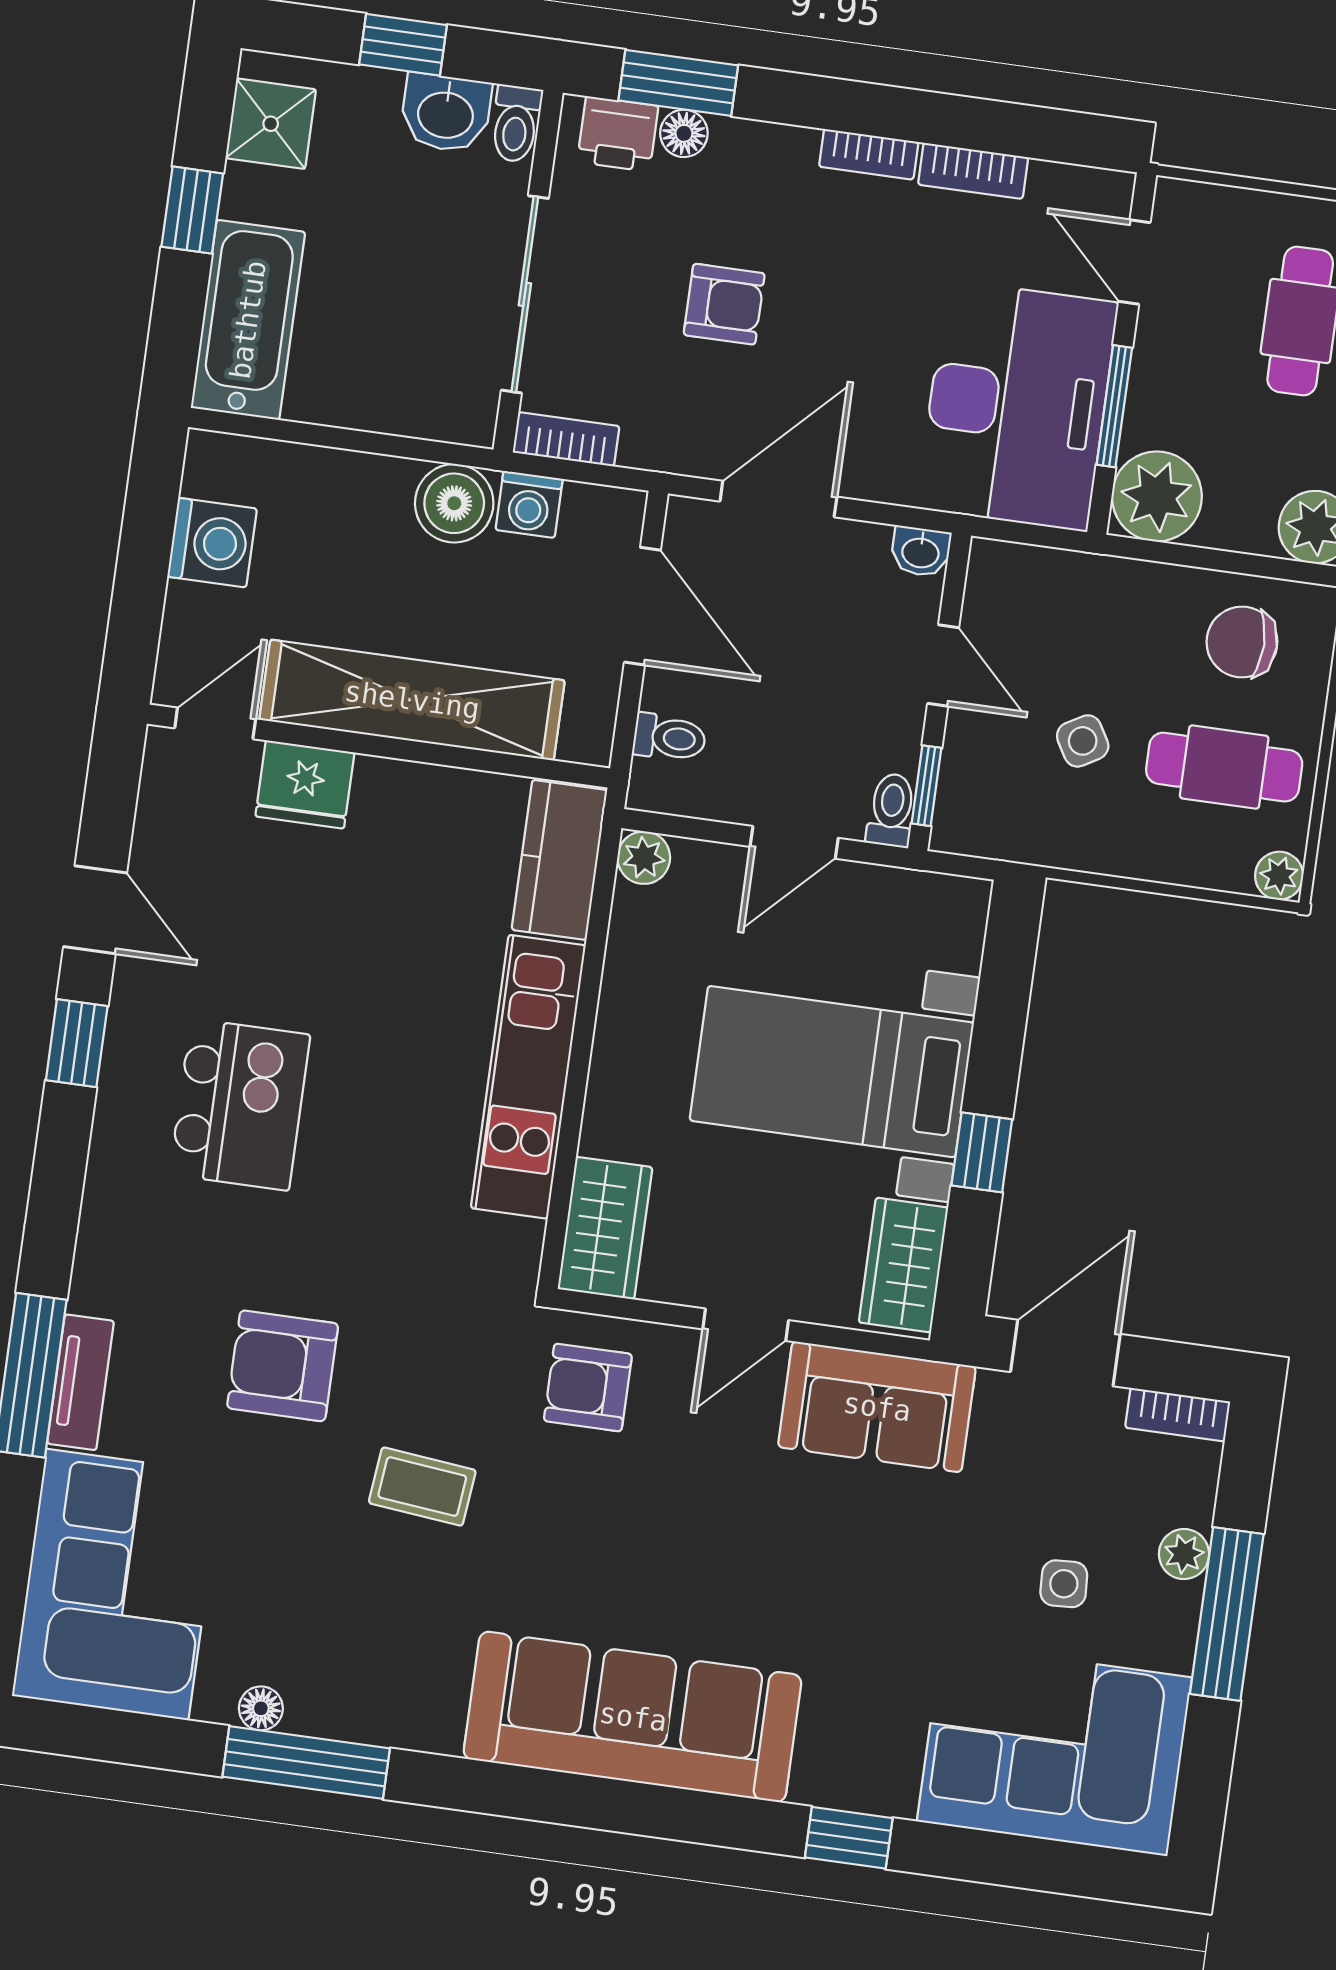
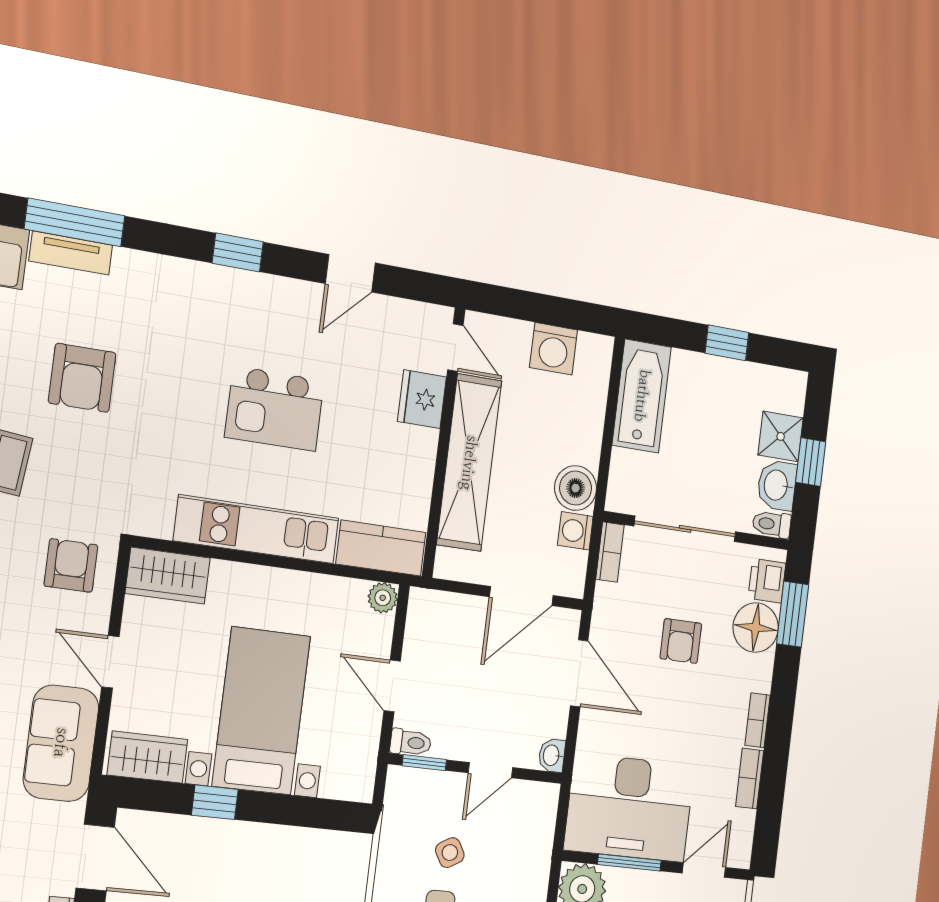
shower: (271, 124) -> (781, 436), moved
floor lamp: (684, 133) -> (756, 628), width x1.89, depth x1.89
bathtub: (248, 320) -> (642, 396), moved, turned -90
toilet: (669, 738) -> (450, 612), removed
window: (77, 1043) -> (238, 252), moved
kitchen island: (240, 1105) -> (275, 409), moved
armchair: (283, 1366) -> (82, 378), turned 180

